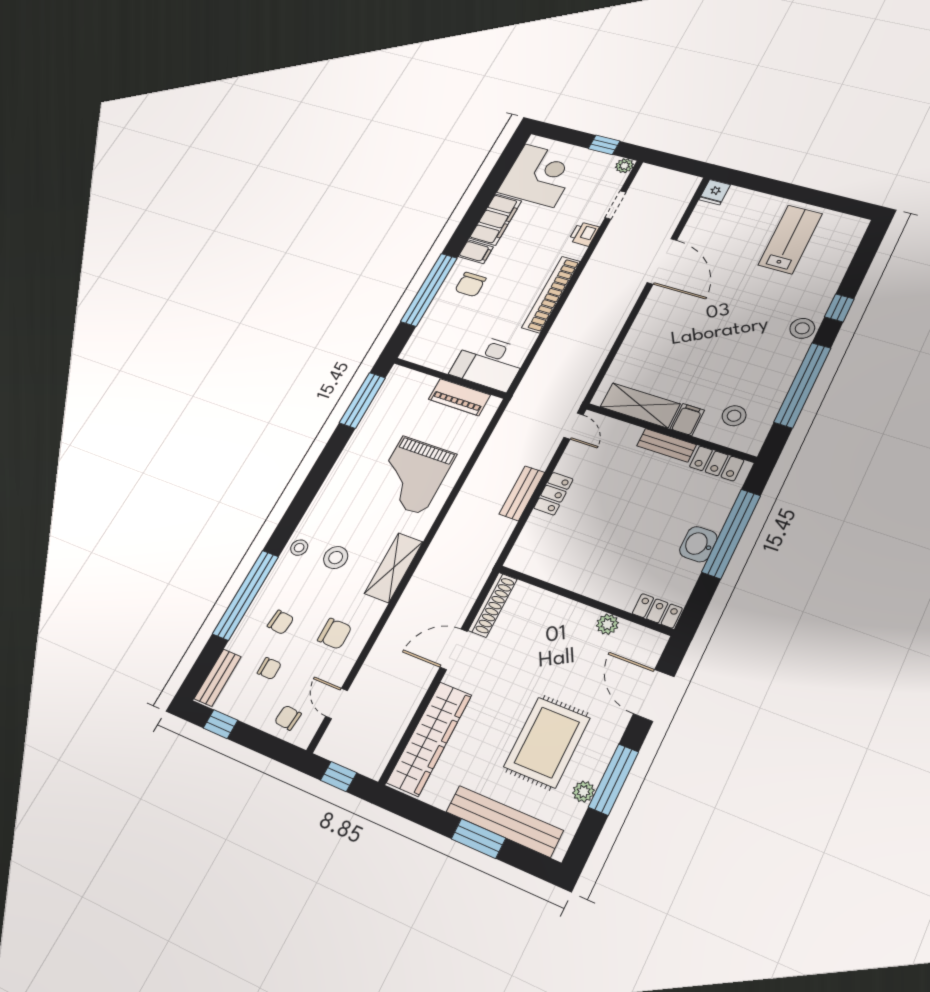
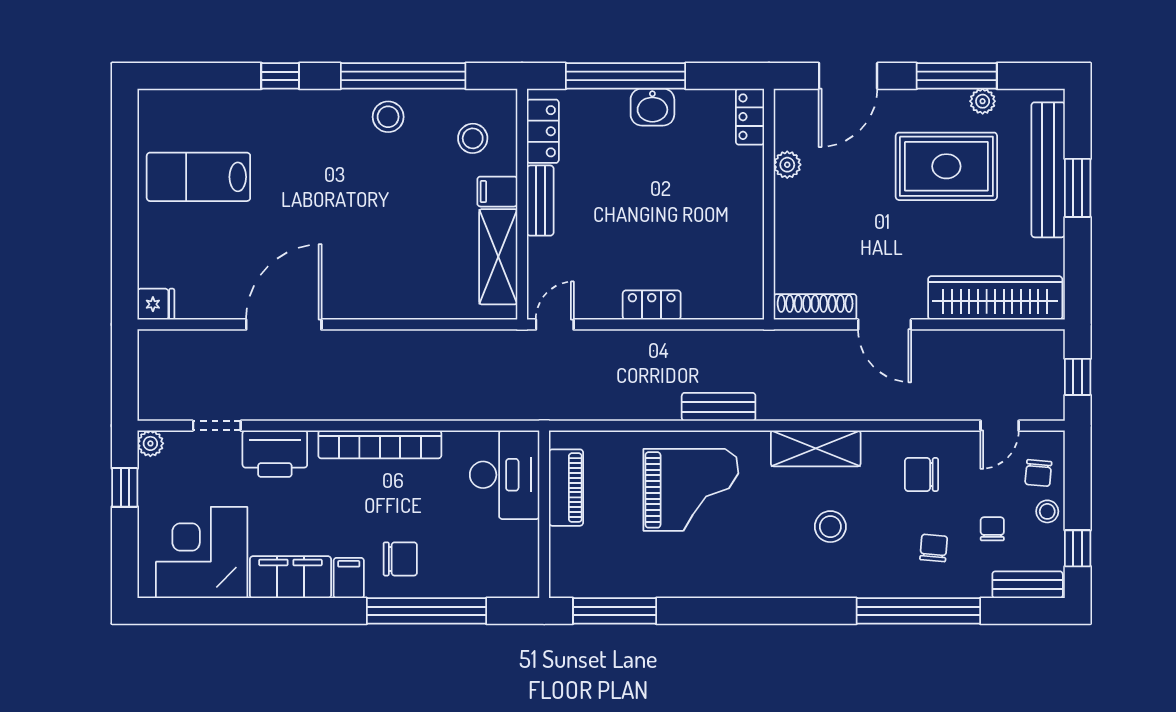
printer: (584, 234) -> (275, 454), width x1.87, depth x1.48
stool: (802, 328) -> (388, 117), moved
bench: (522, 493) -> (719, 407), moved
stool: (299, 548) -> (1047, 511), moved
chair: (335, 634) -> (921, 475), turned -90

